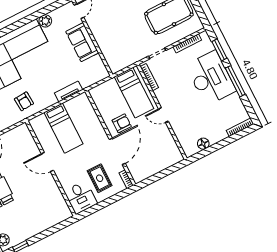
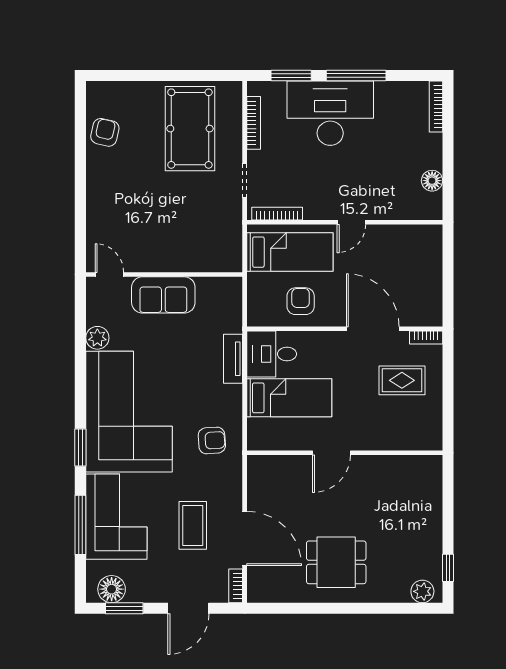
armchair: (122, 123) -> (301, 301), moved
desk: (81, 197) -> (272, 354), moved, turned 180

